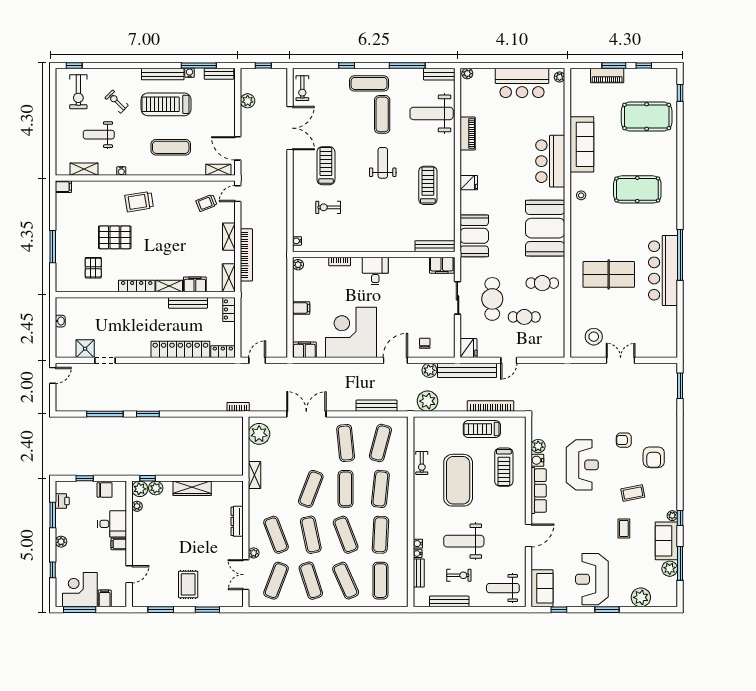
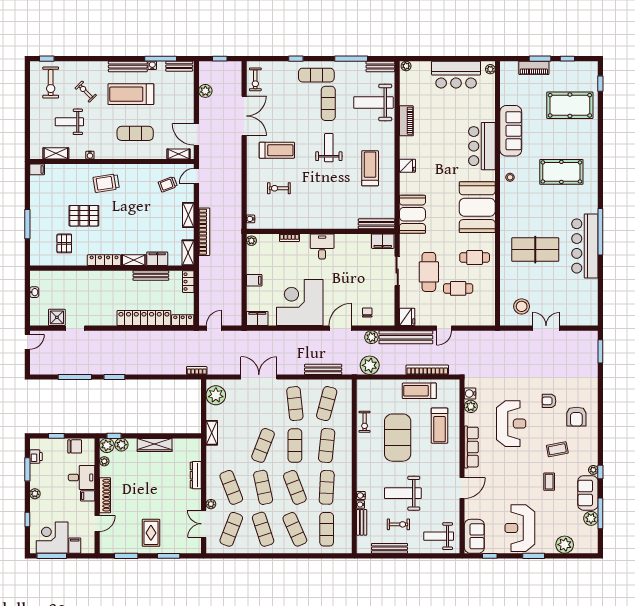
treadmill: (326, 166) -> (277, 150), turned 90
water cooler: (537, 460) -> (470, 393), moved
shoe rack: (138, 543) -> (105, 495), added

